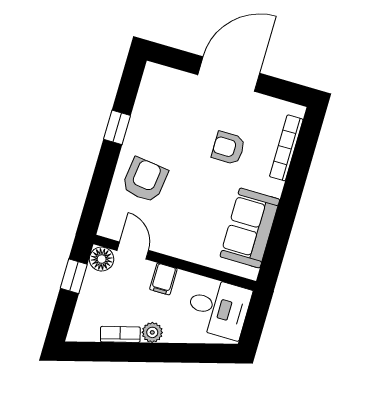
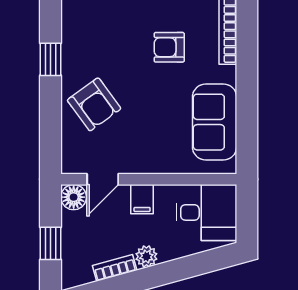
armchair: (145, 180) -> (94, 104), turned 137
door: (133, 250) -> (103, 179), swing flipped
window: (74, 276) -> (50, 243), moved

